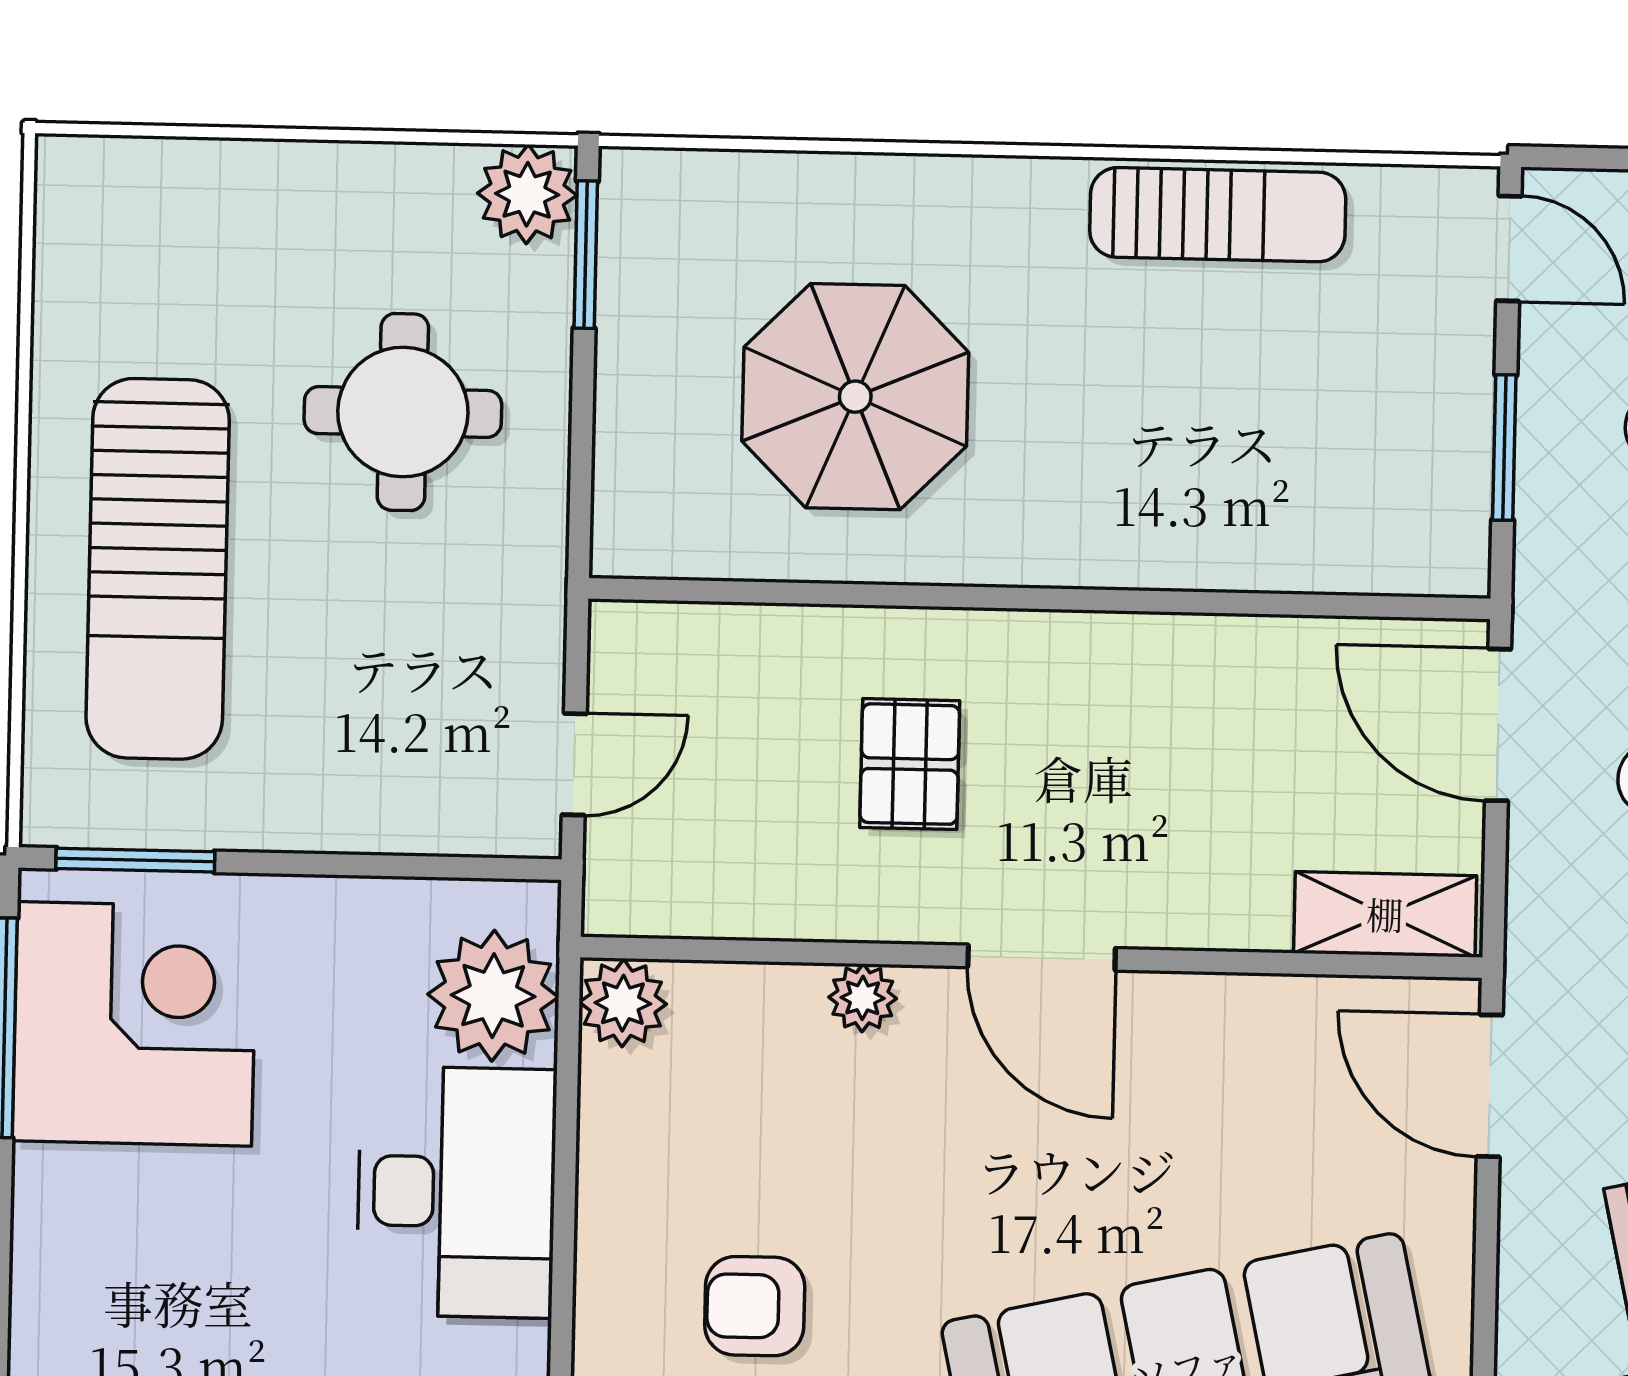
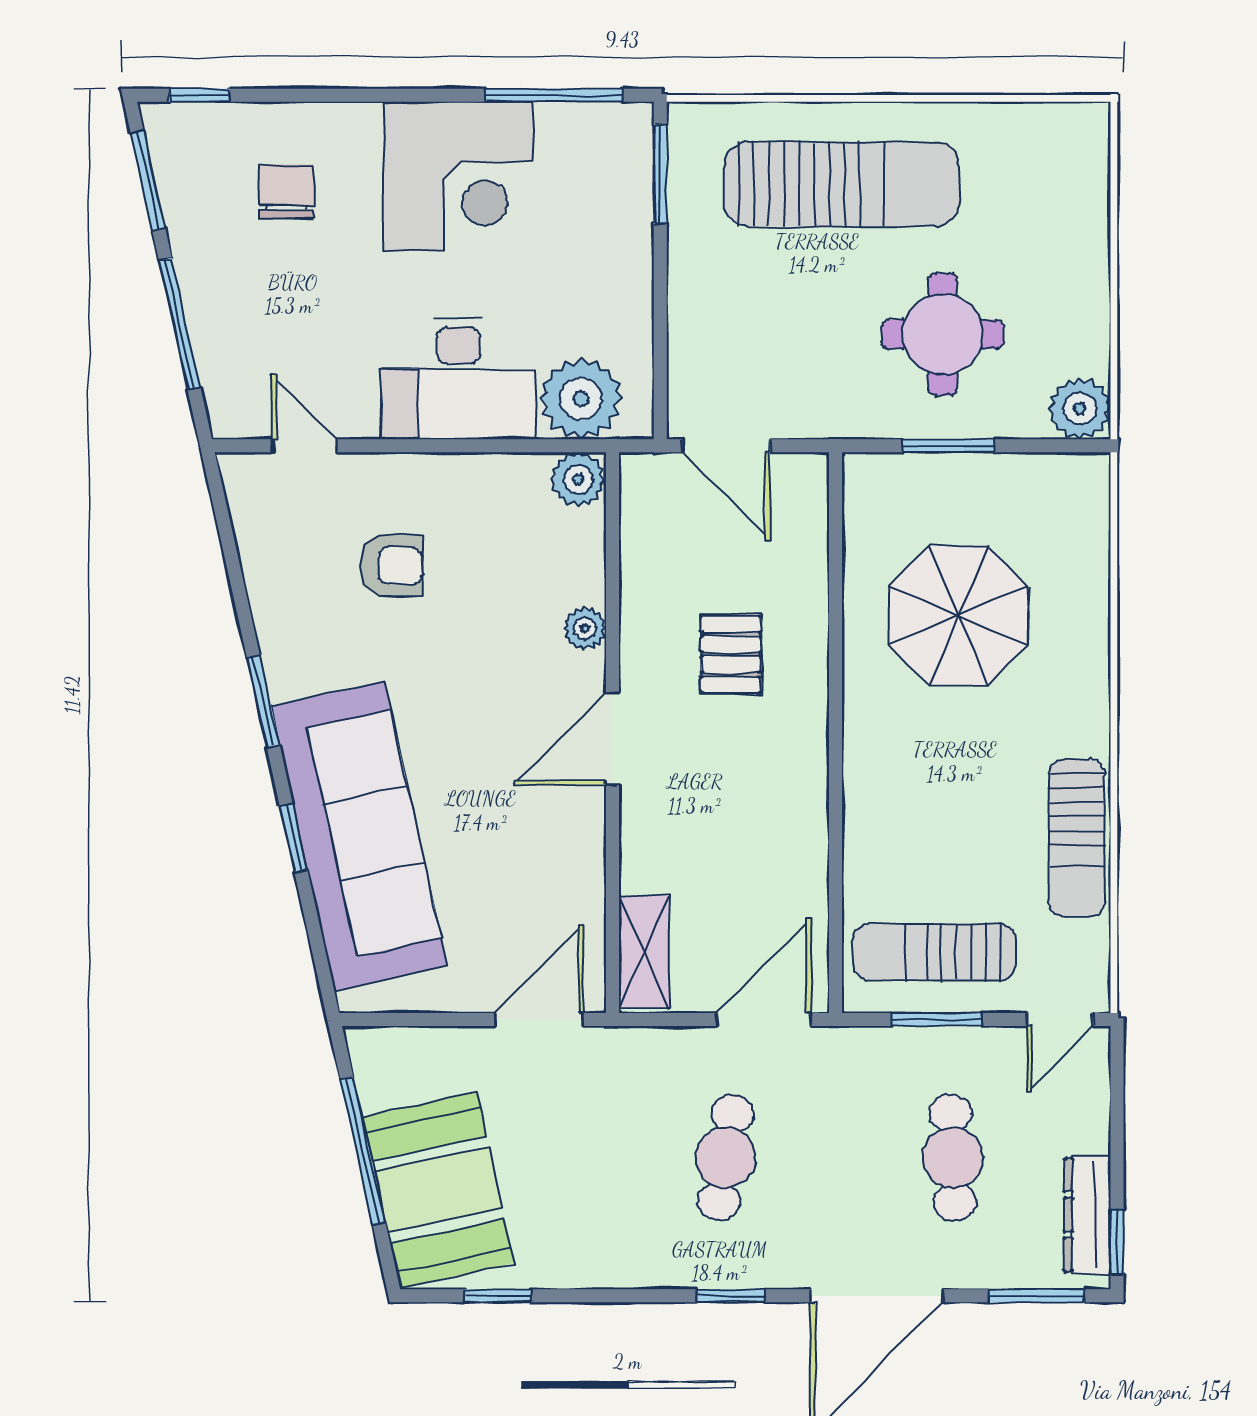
window: (586, 255) -> (948, 446), moved
sun lounger: (1396, 448) -> (934, 952), added
sun lounger: (158, 569) -> (842, 184), turned 180
door: (574, 764) -> (726, 446), width x1.38
pallet: (910, 764) -> (731, 654), turned 90
corner desk: (134, 1024) -> (458, 176), moved
armchair: (755, 1306) -> (392, 566), turned 90

